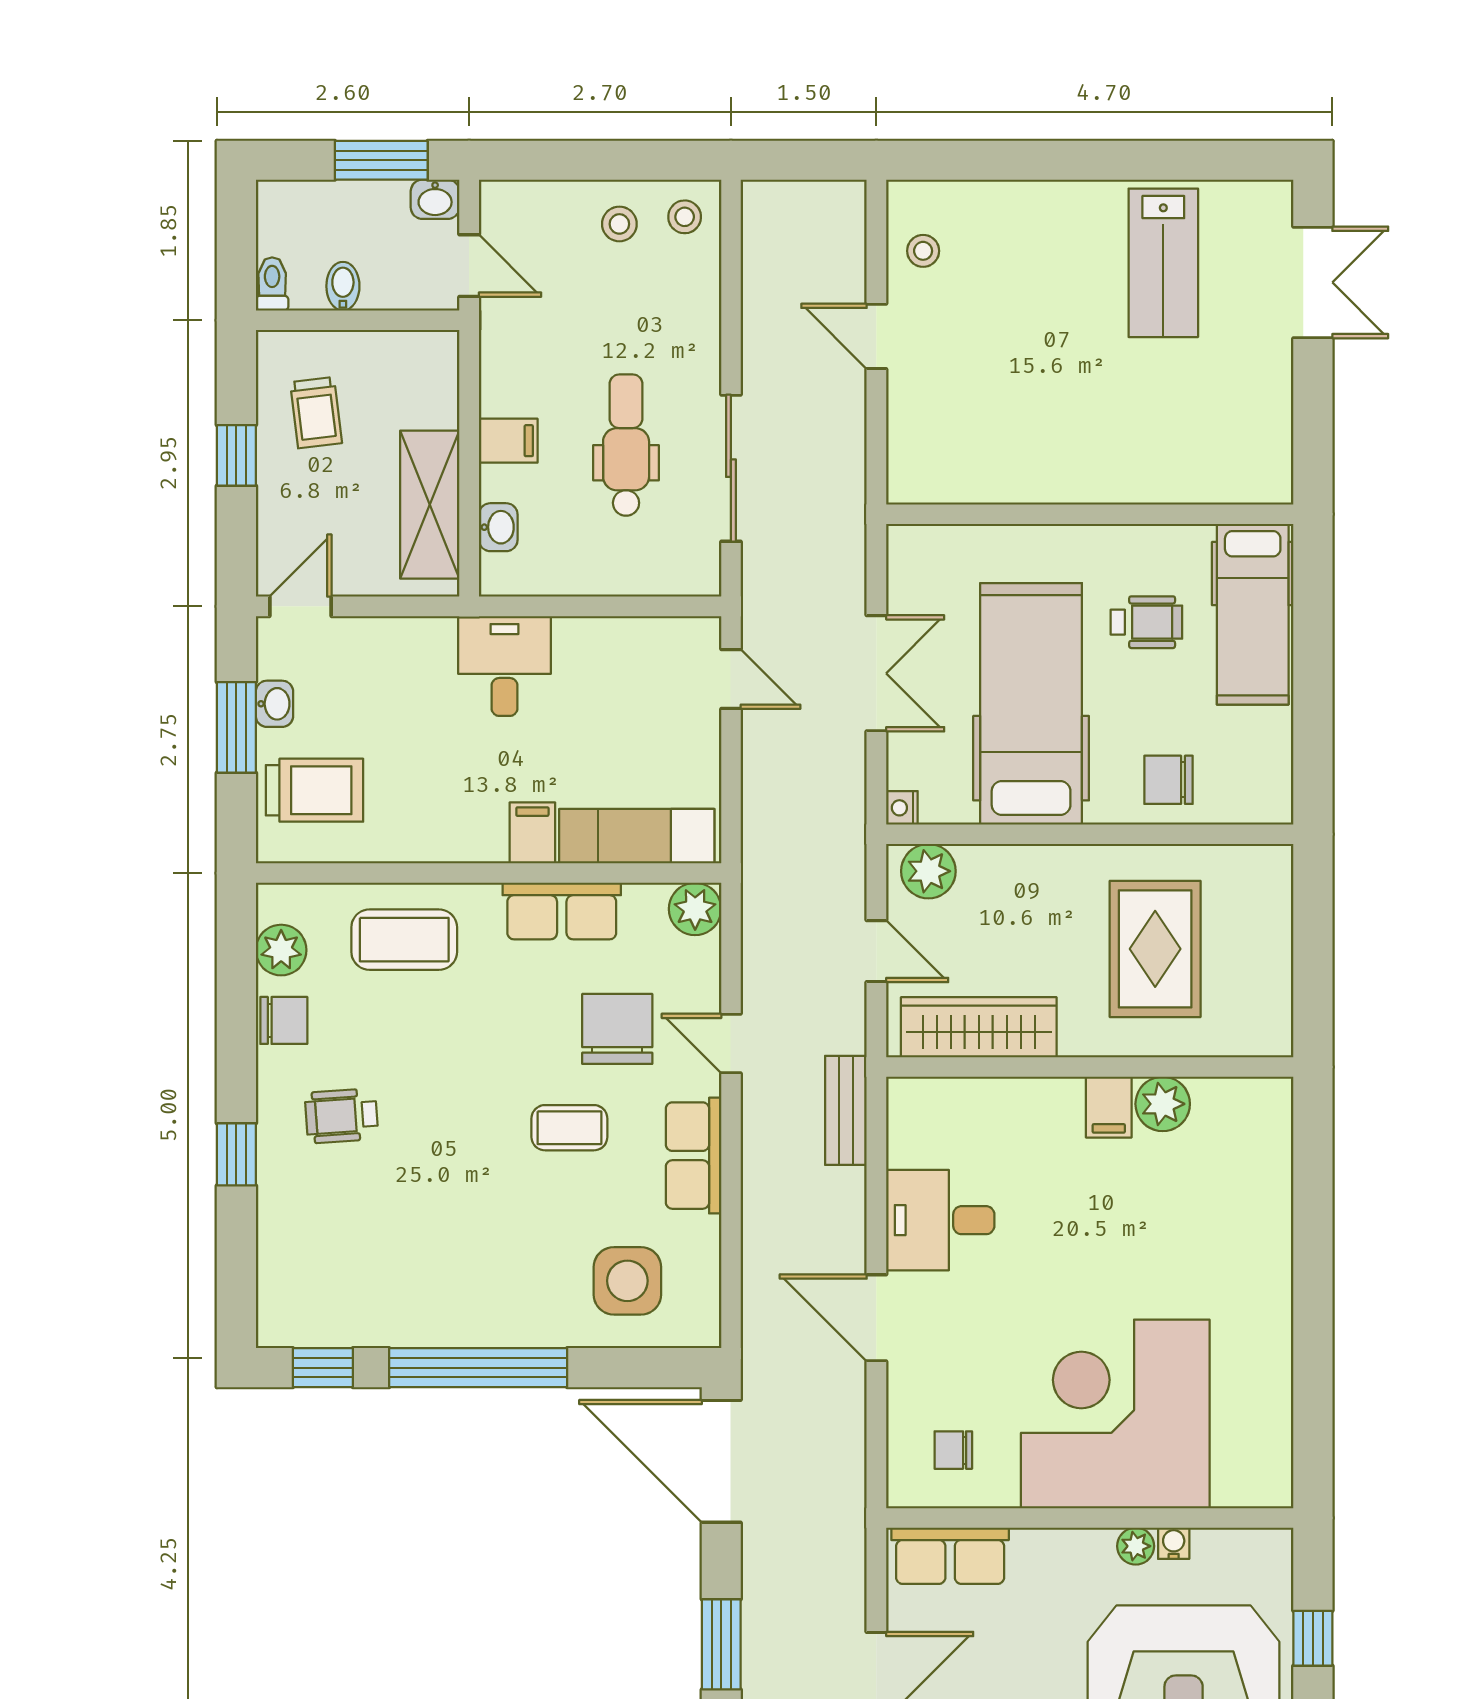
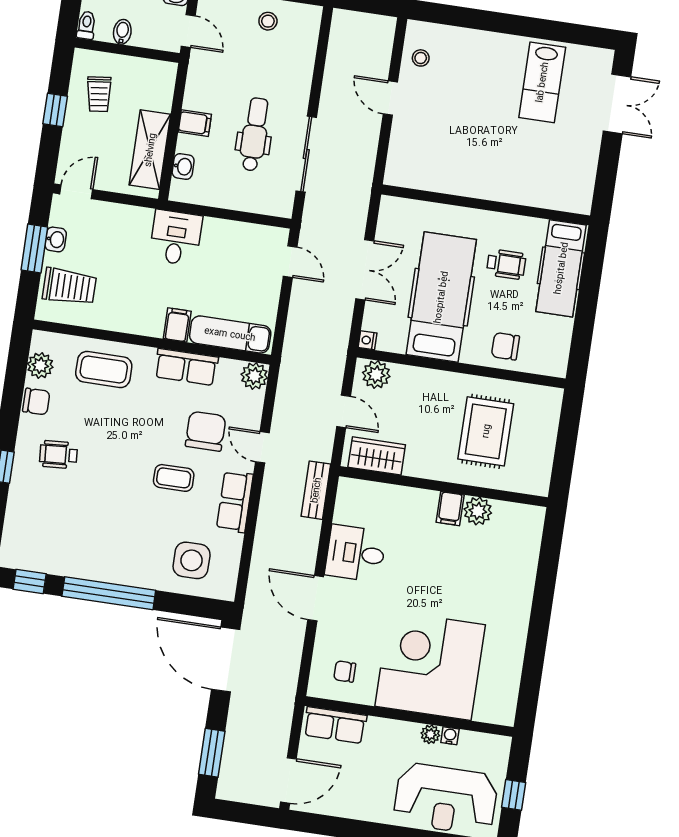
stool: (685, 217) -> (302, 23), removed
wardrobe: (979, 1027) -> (377, 456), width x0.67

